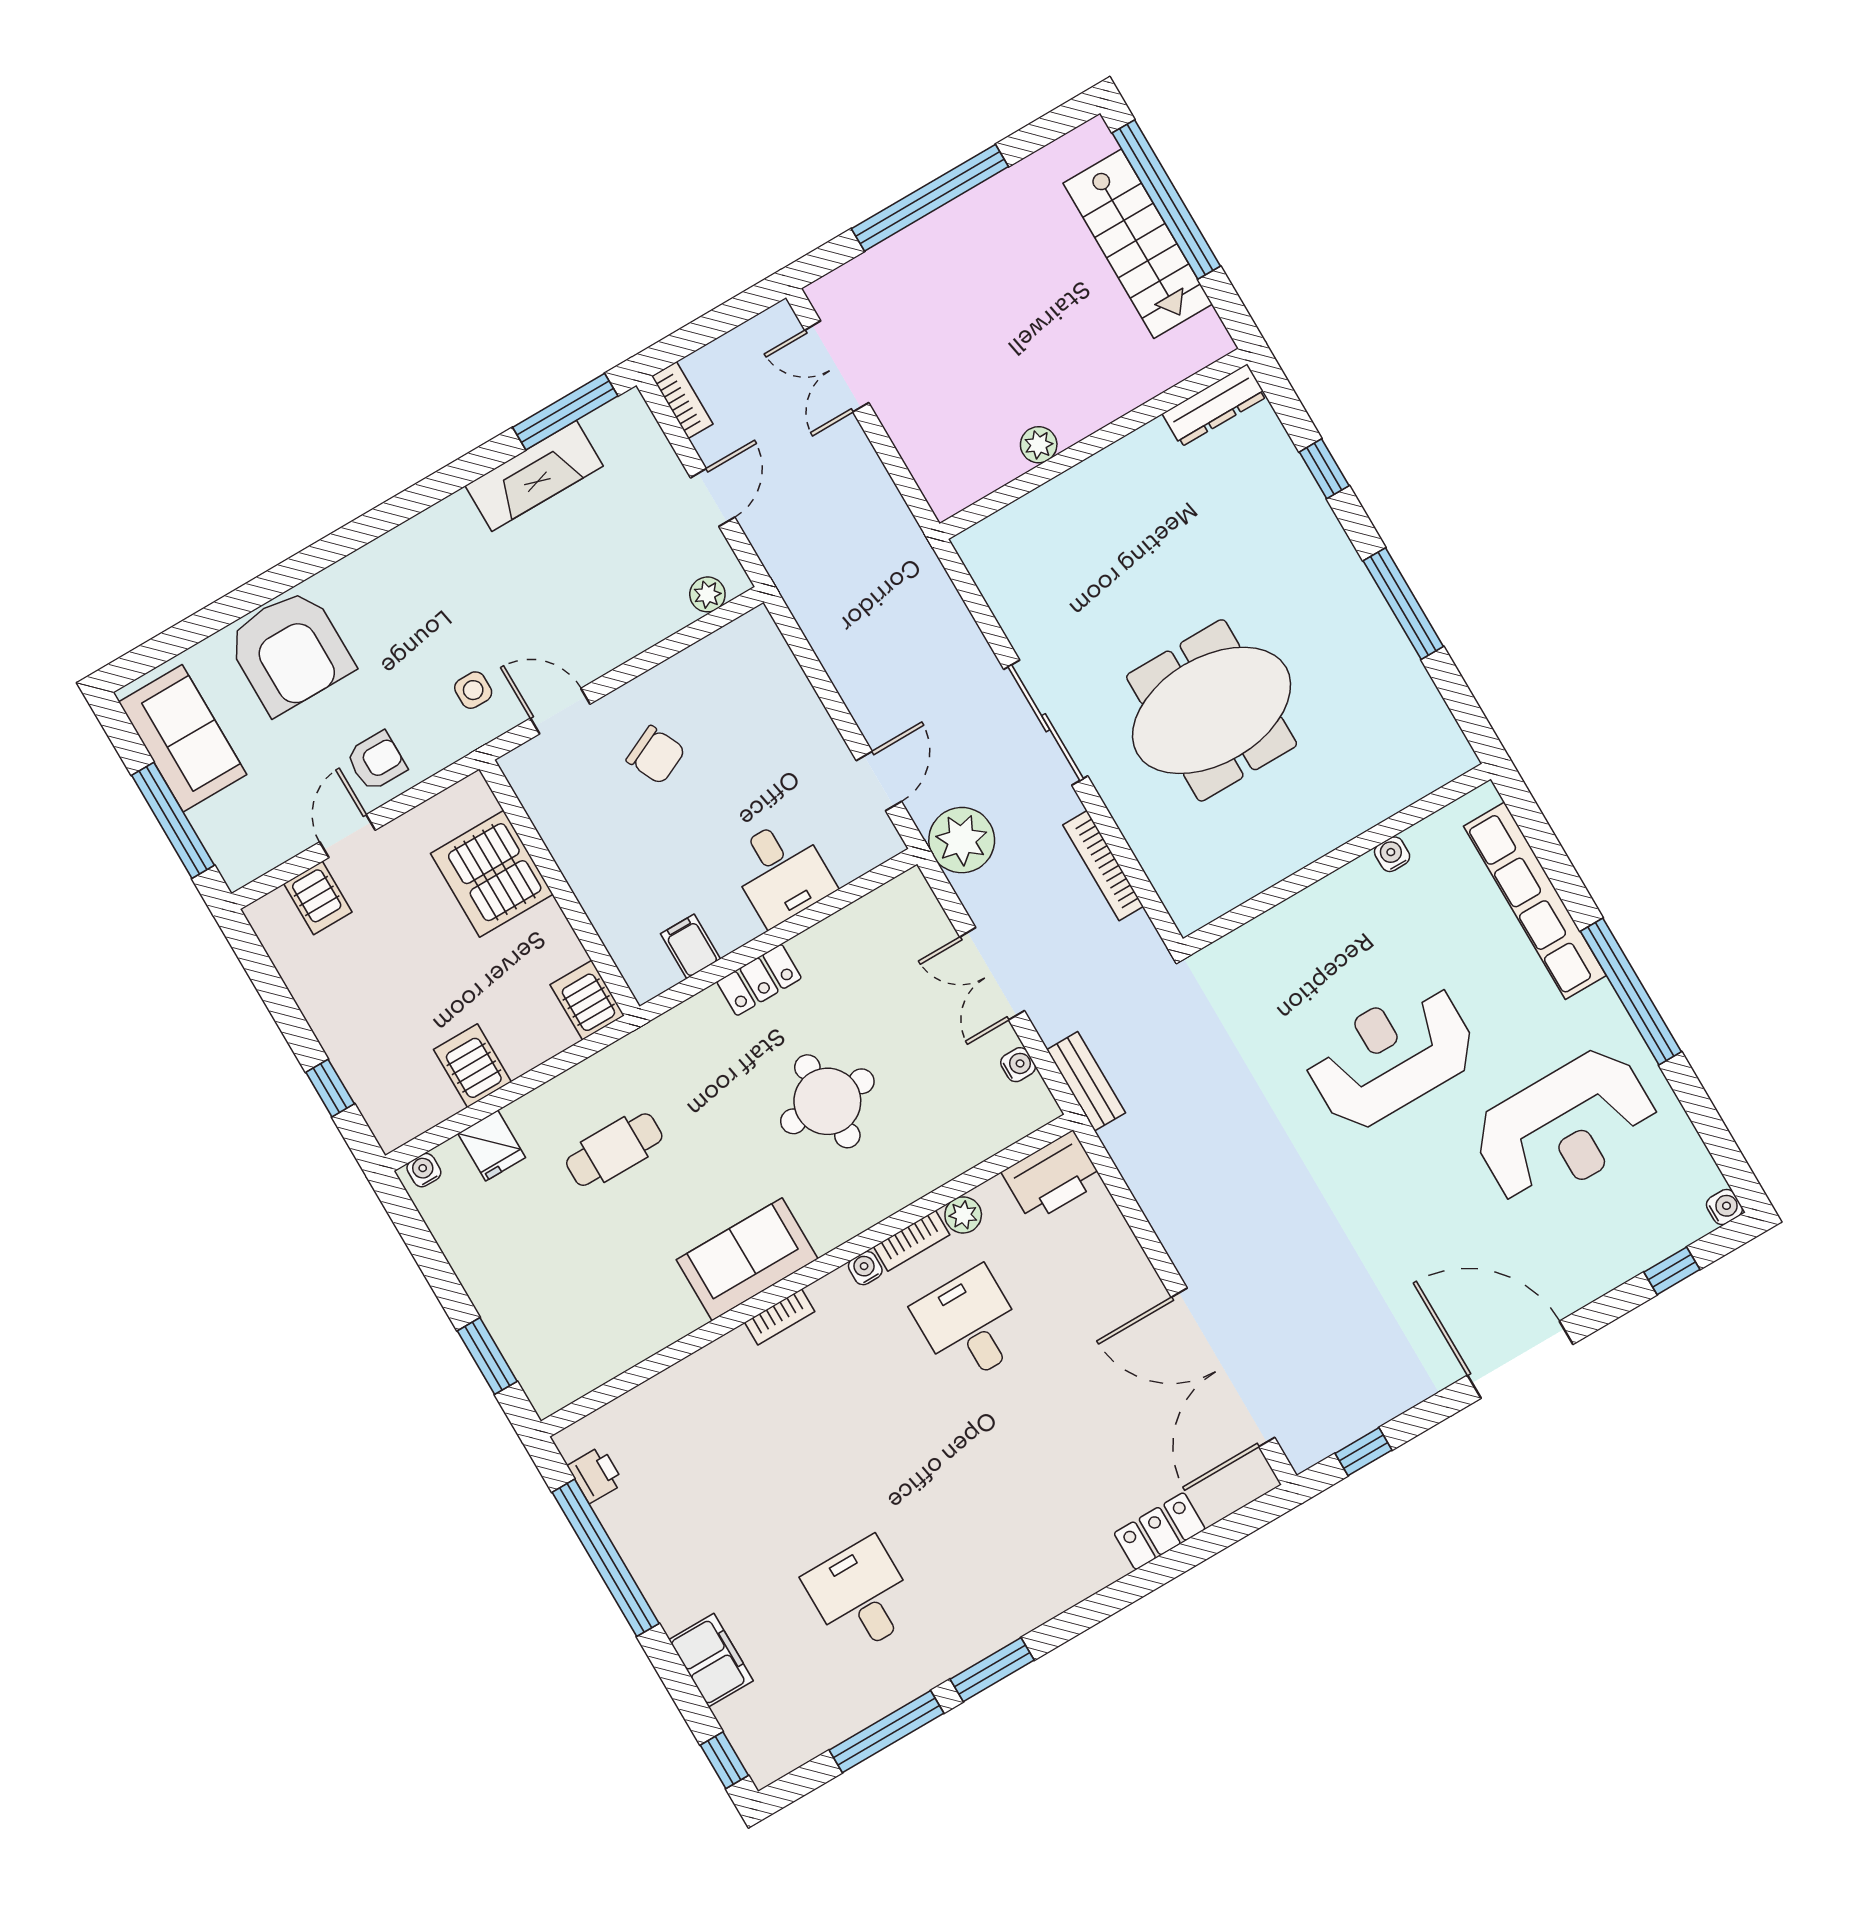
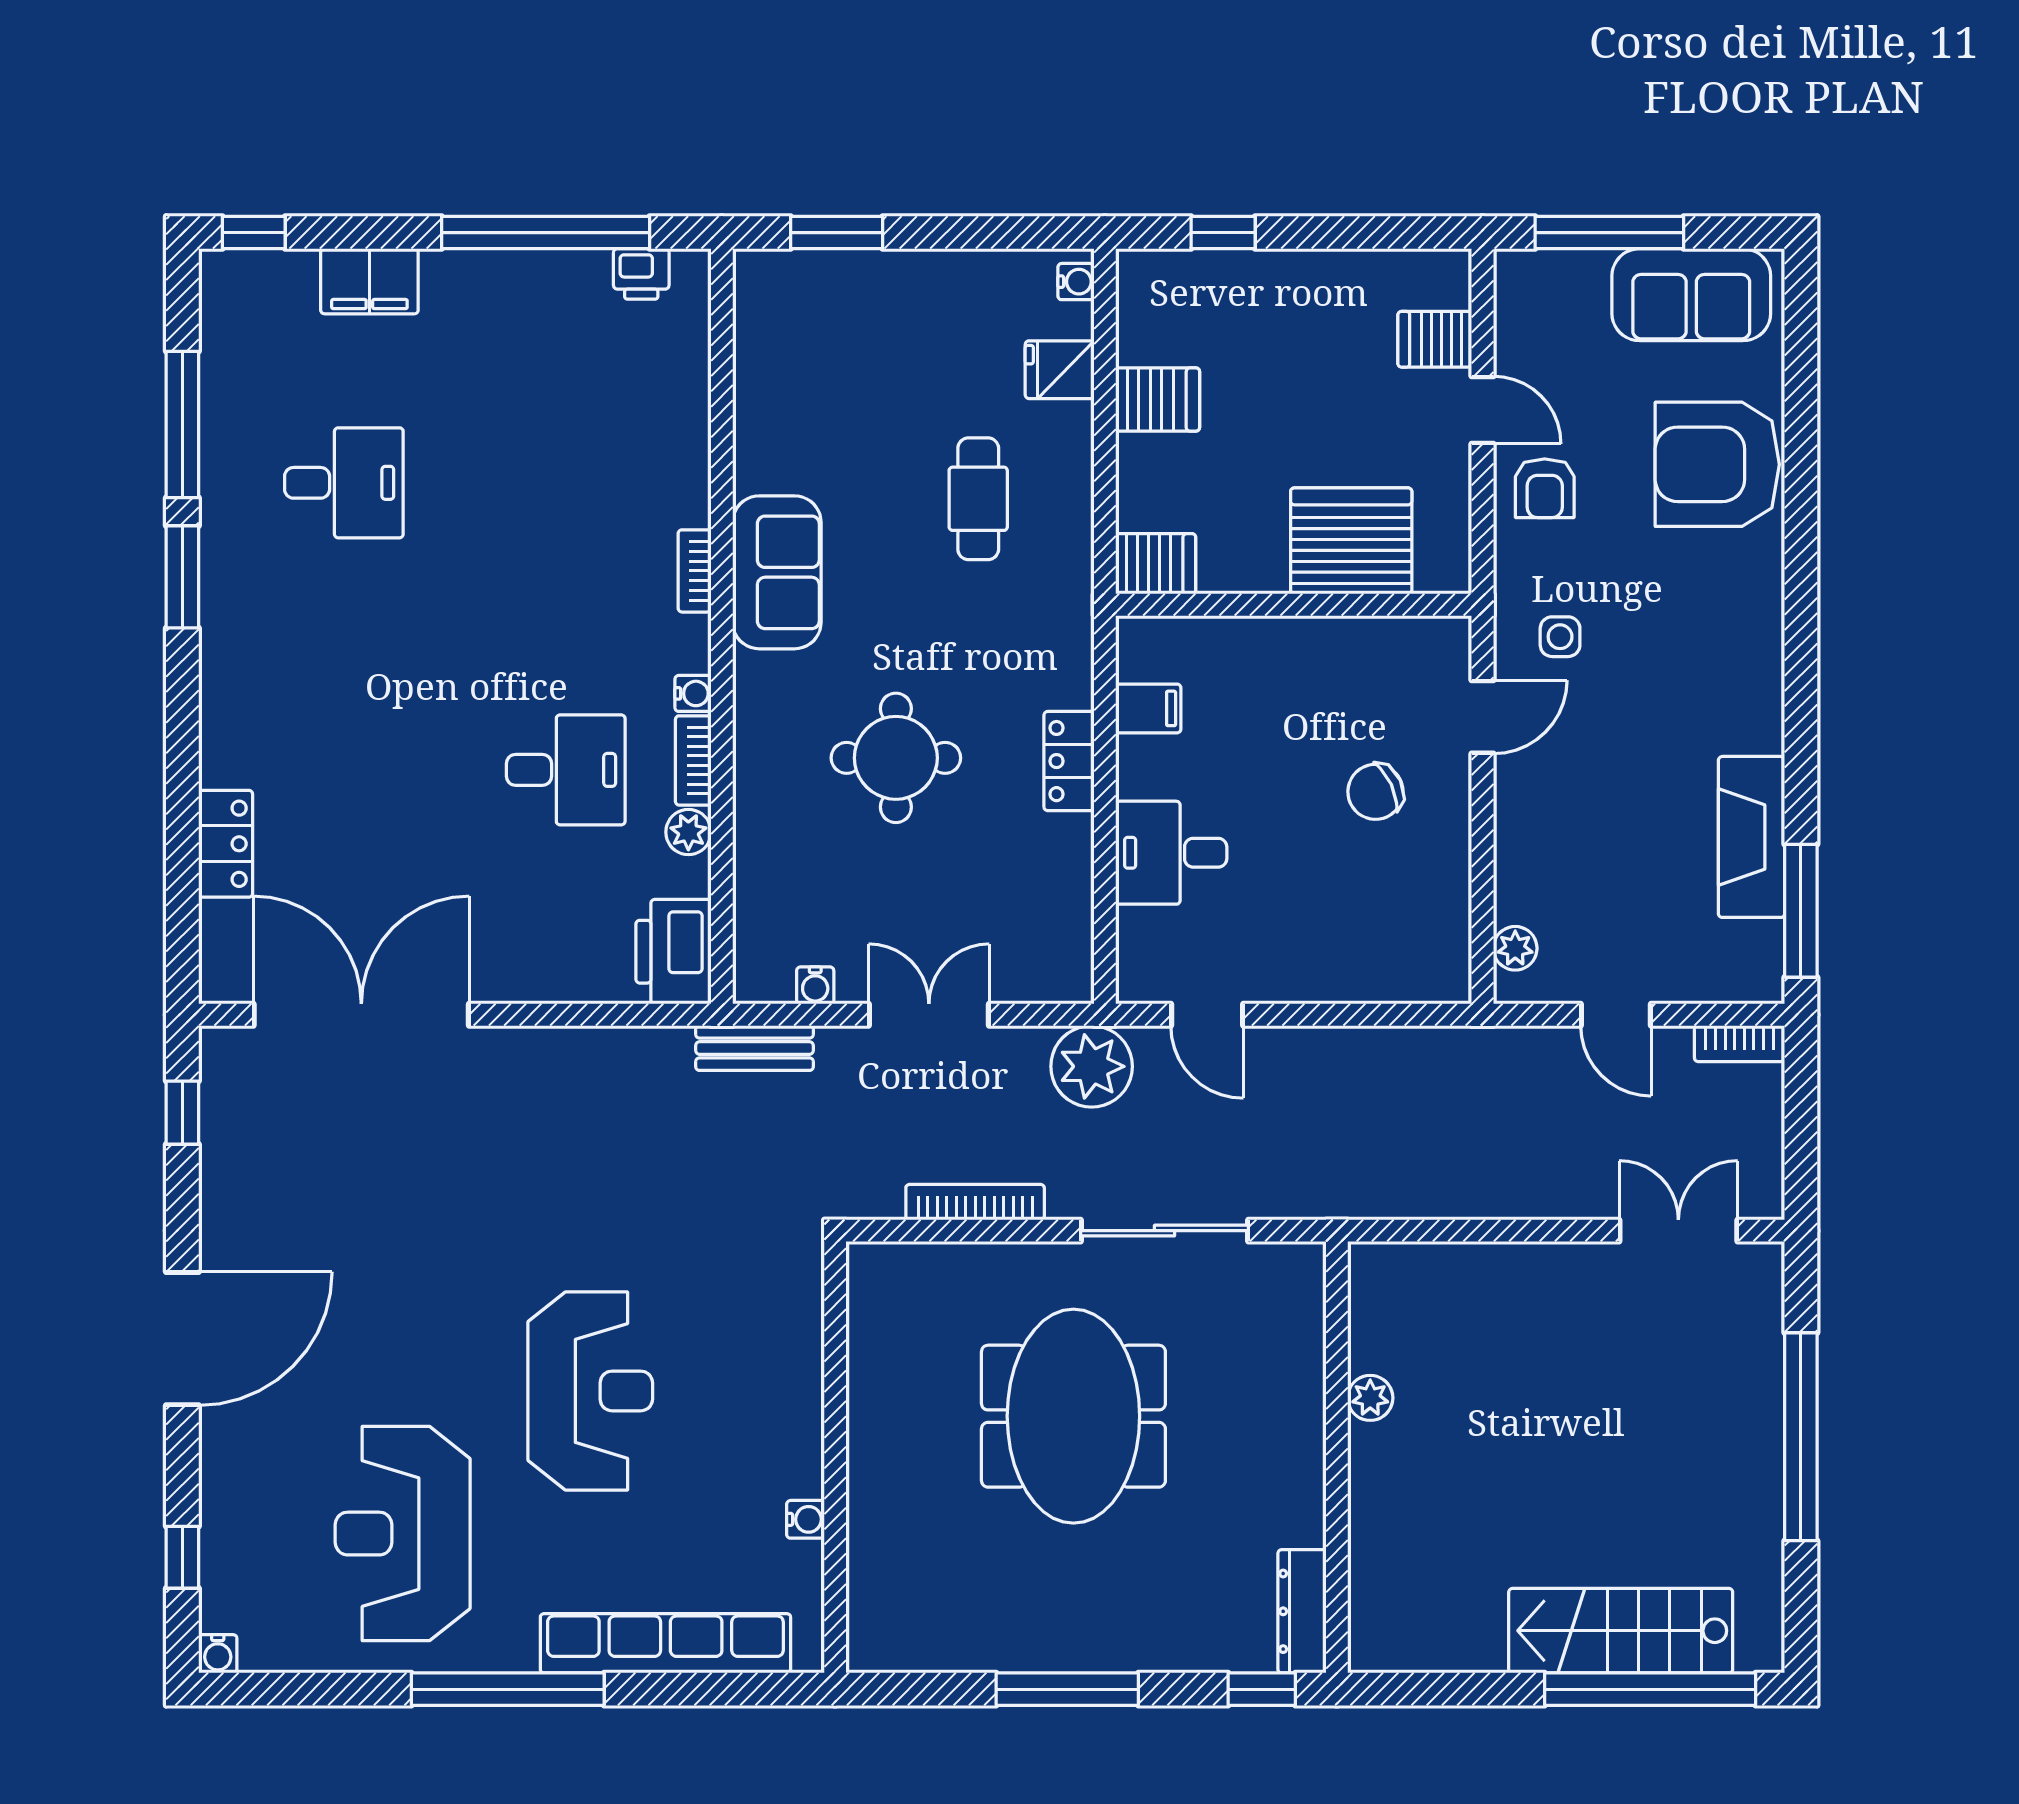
dresser: (1214, 405) -> (1302, 1611), moved
wall: (1093, 444) -> (1337, 1457), moved
plant: (1039, 445) -> (1370, 1398), moved

